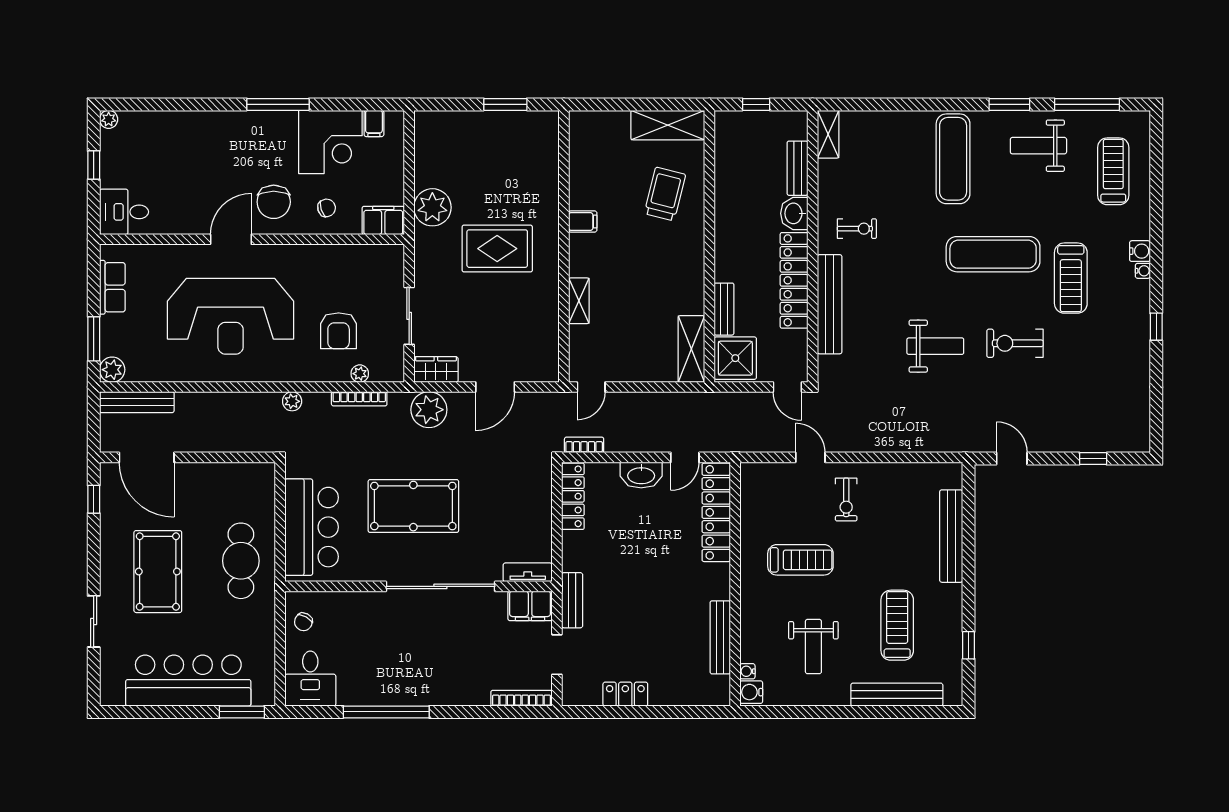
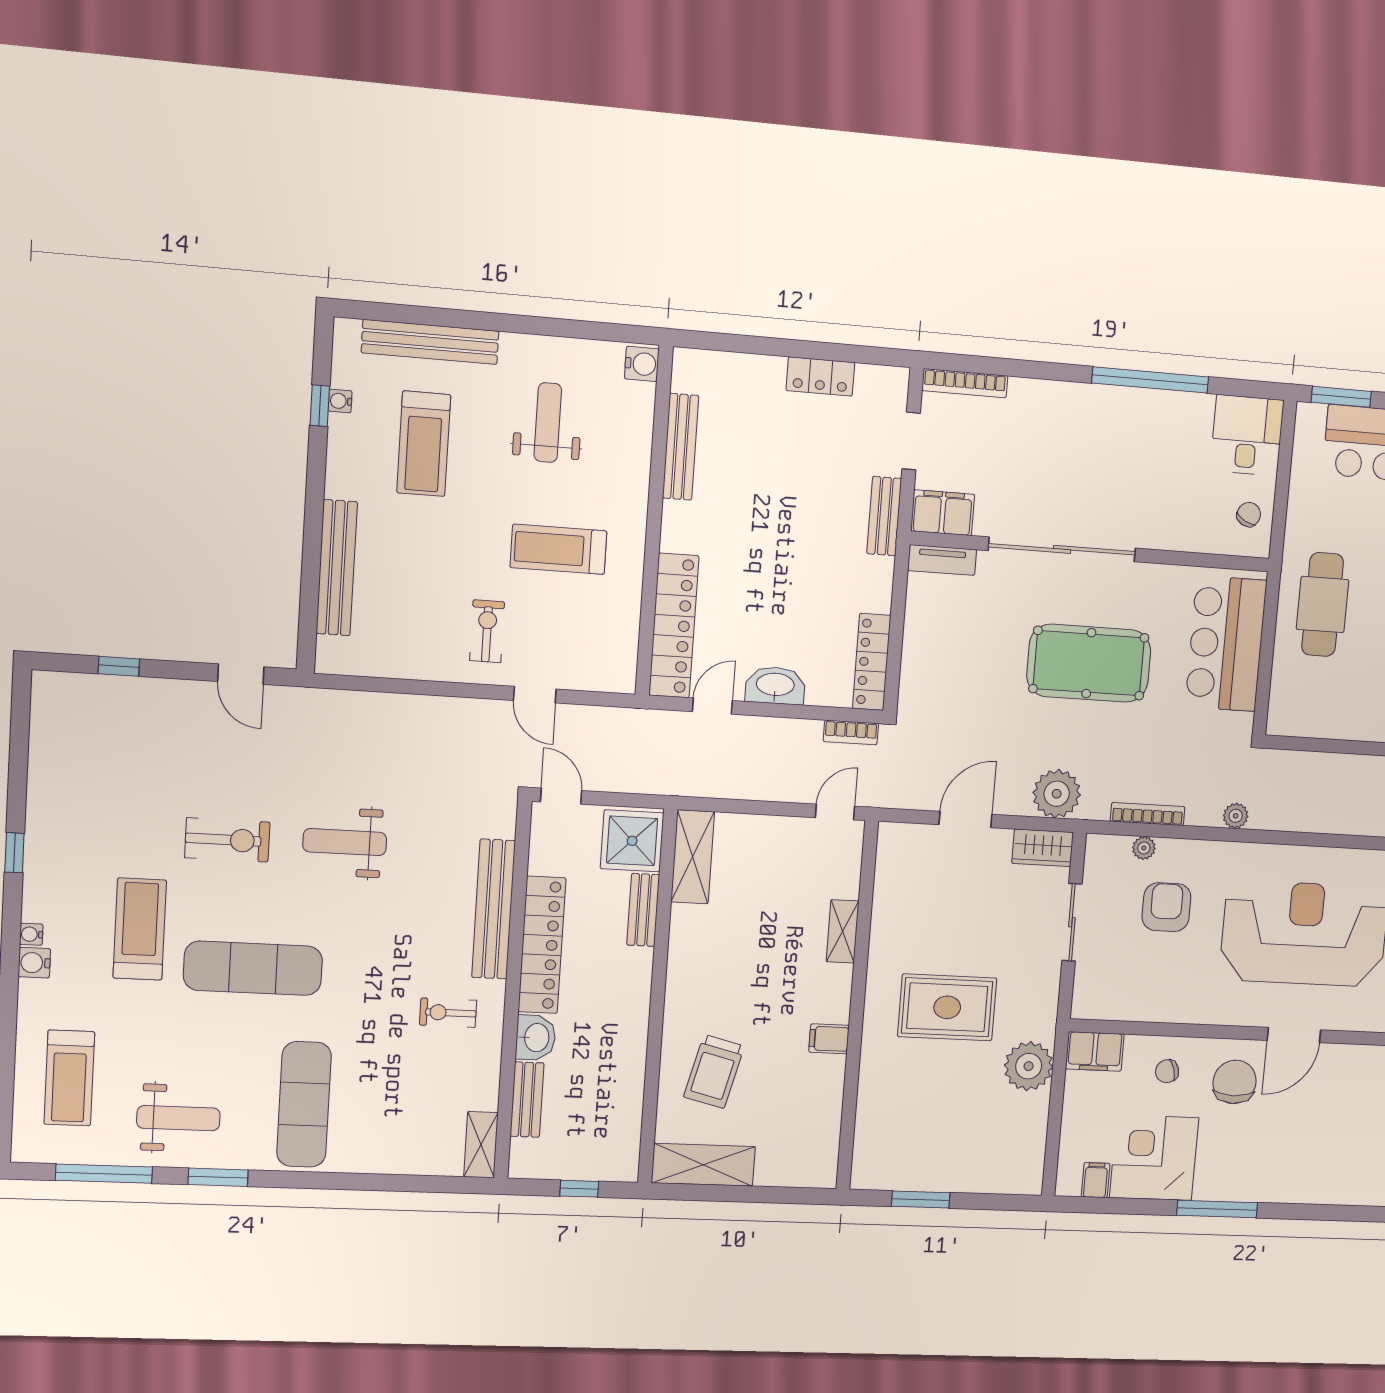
water cooler: (747, 671) -> (340, 401), moved, turned 180

